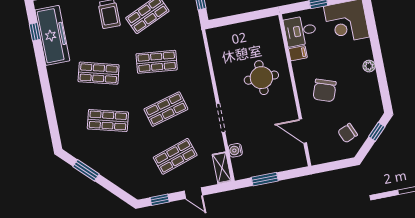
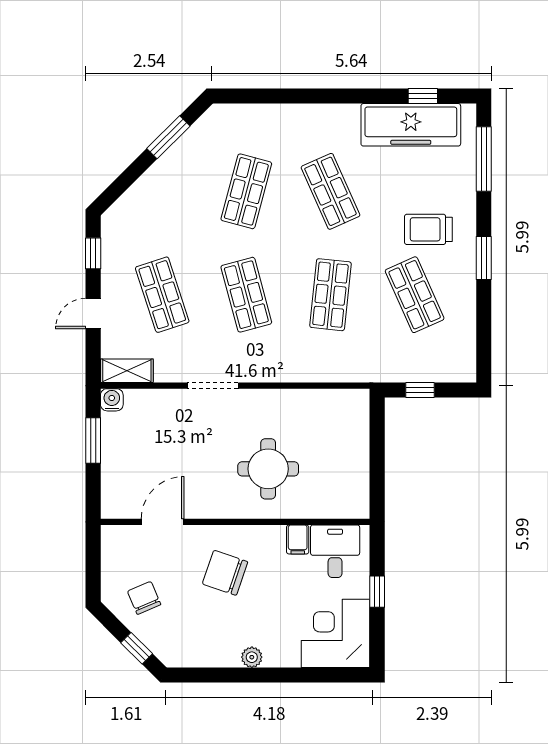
shop shelf: (99, 73) -> (330, 191), turned -39
water cooler: (235, 150) -> (112, 400), moved

